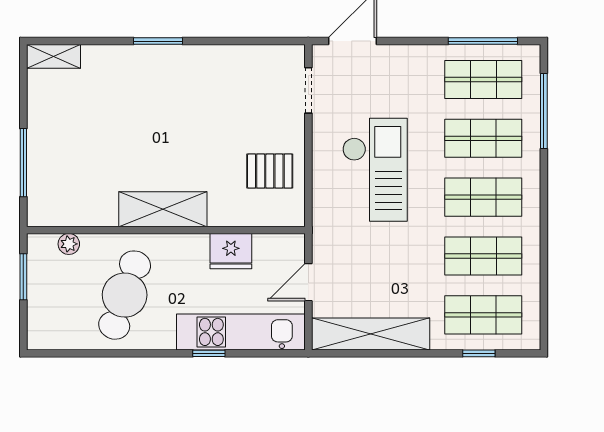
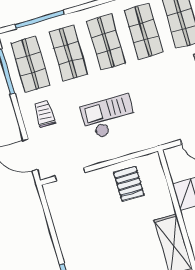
trolley: (406, 79) -> (44, 114), added
checkout: (375, 170) -> (109, 117), width x0.73, depth x0.83

